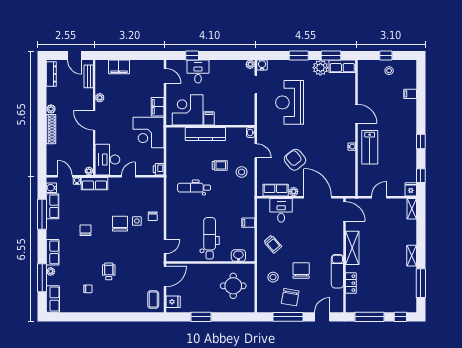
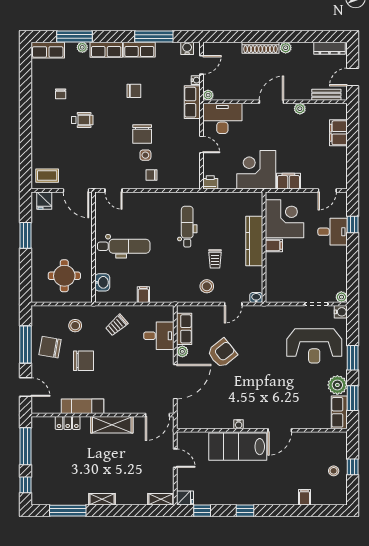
reception desk: (290, 102) -> (314, 346), moved, turned 180
lab bench: (370, 147) -> (238, 447), width x1.36, depth x1.39
row of seats: (53, 206) -> (139, 50), moved
chair: (120, 224) -> (142, 134), turned 90

